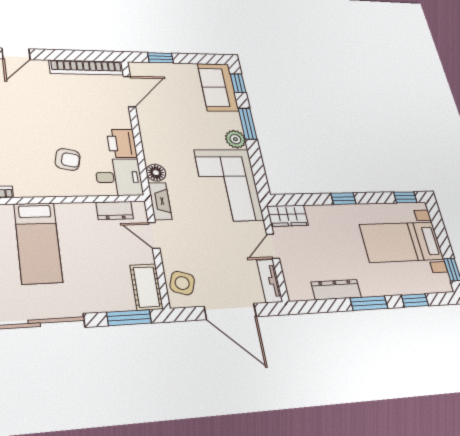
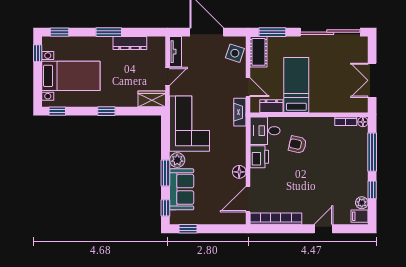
window: (161, 58) -> (188, 229), moved
sofa: (218, 87) -> (182, 189), moved
floor lamp: (156, 173) -> (239, 172), moved
bed: (38, 243) -> (296, 85), moved
window: (415, 300) -> (59, 32), moved

